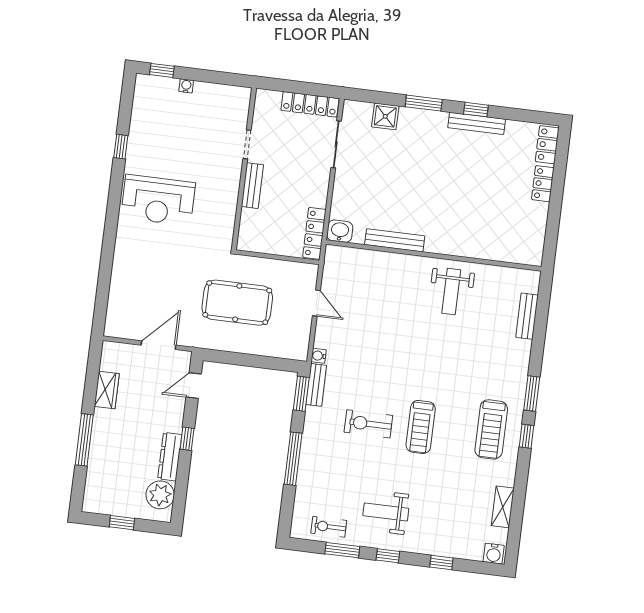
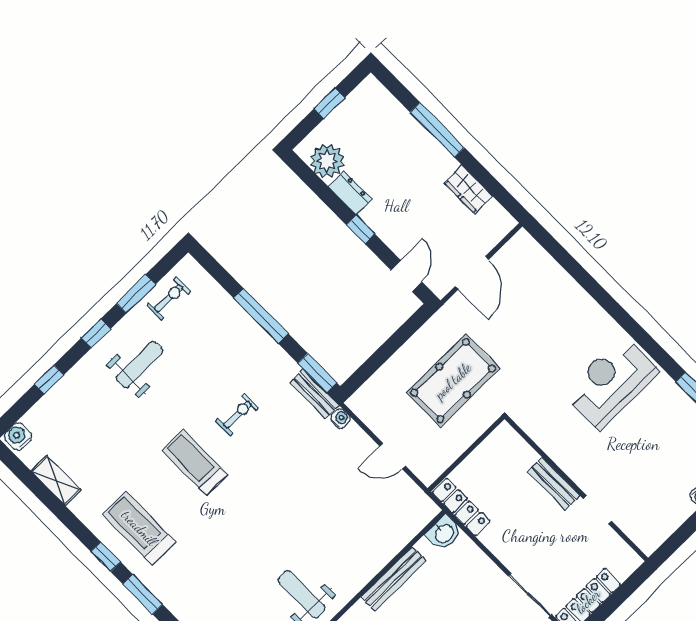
exercise bike: (368, 424) -> (237, 415), width x0.73, depth x0.72
dresser: (170, 457) -> (350, 193), width x0.70

